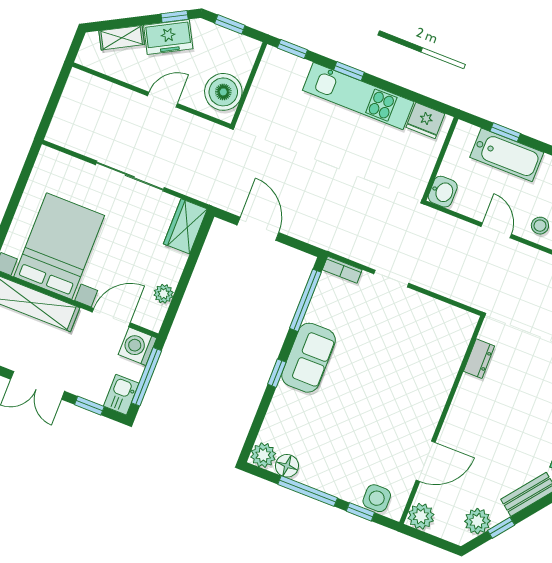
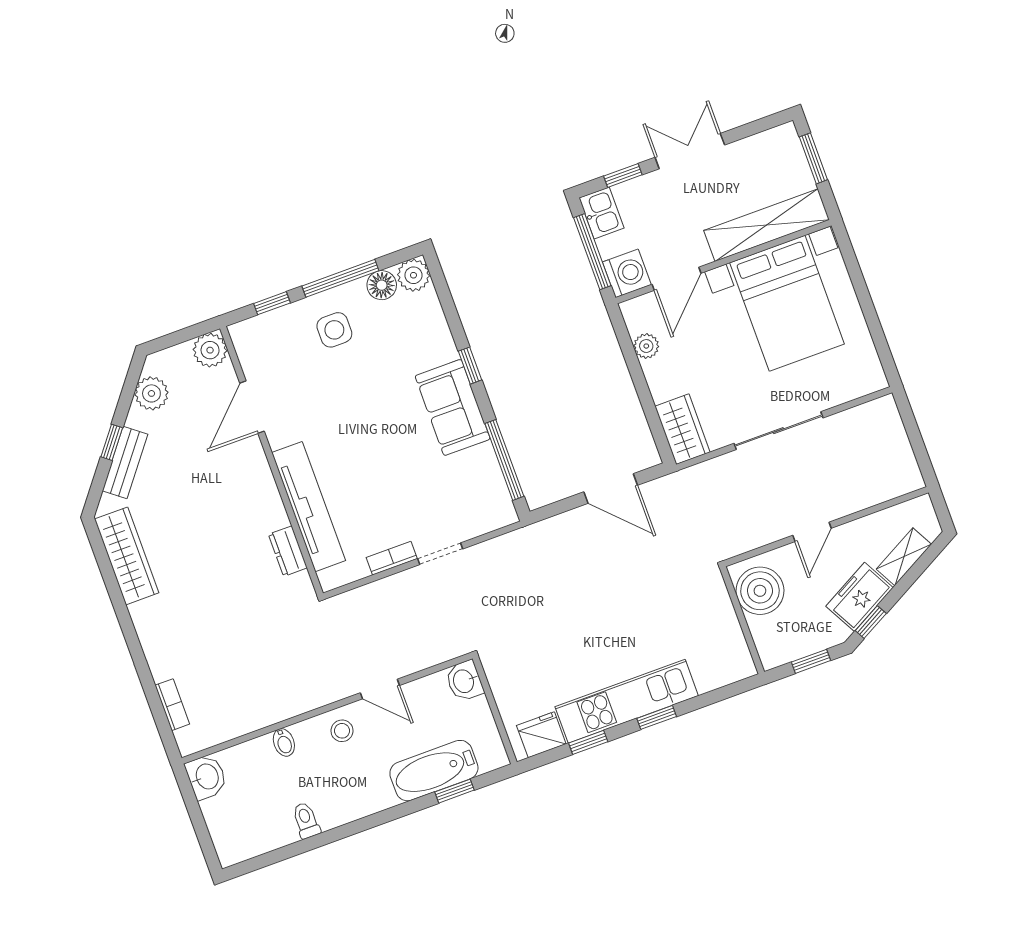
window: (292, 49) -> (588, 742), moved
bookcase: (342, 270) -> (392, 558), moved
tv unit: (444, 374) -> (309, 507), added
side table: (377, 498) -> (334, 330), moved
window: (501, 528) -> (112, 442), moved

